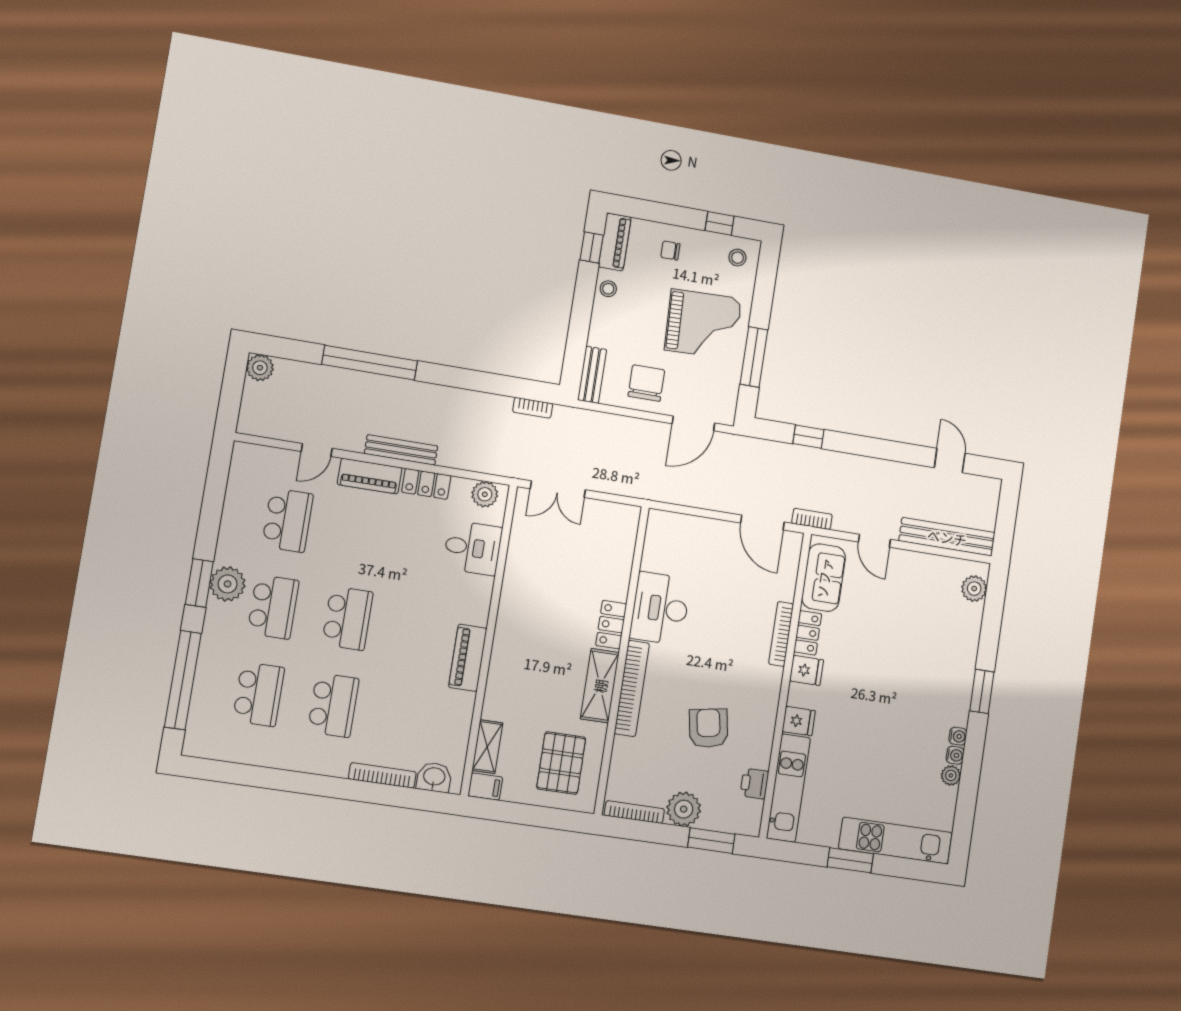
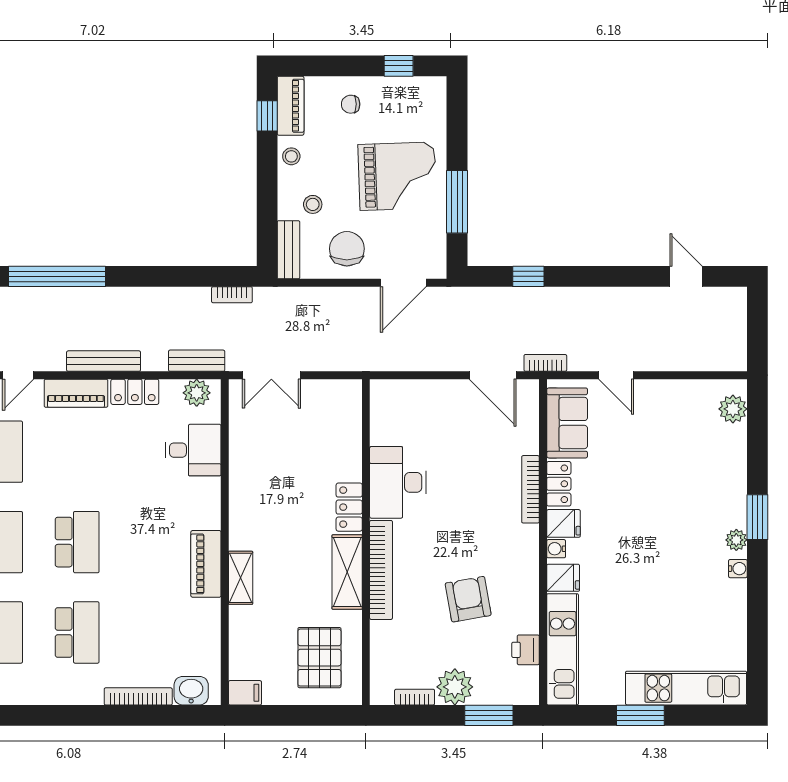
stool: (737, 258) -> (313, 204), moved
bench: (947, 537) -> (197, 361), moved, width x0.54, depth x0.82
shelving: (487, 747) -> (241, 578), moved
water cooler: (955, 755) -> (556, 549), moved, turned 180
plant: (951, 775) -> (736, 540), moved
bookcase: (634, 812) -> (415, 697), width x0.64

